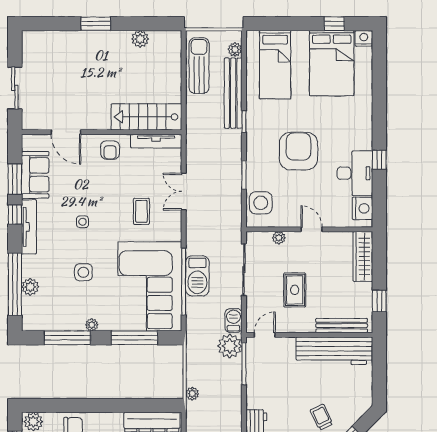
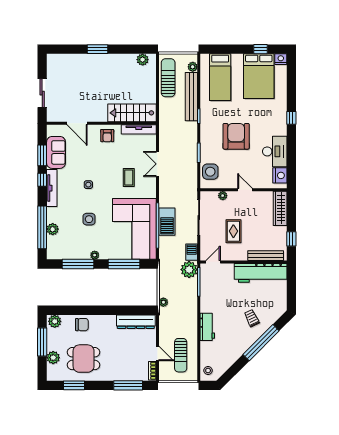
plant: (140, 39) -> (143, 60), moved
window: (379, 160) -> (291, 118), moved

